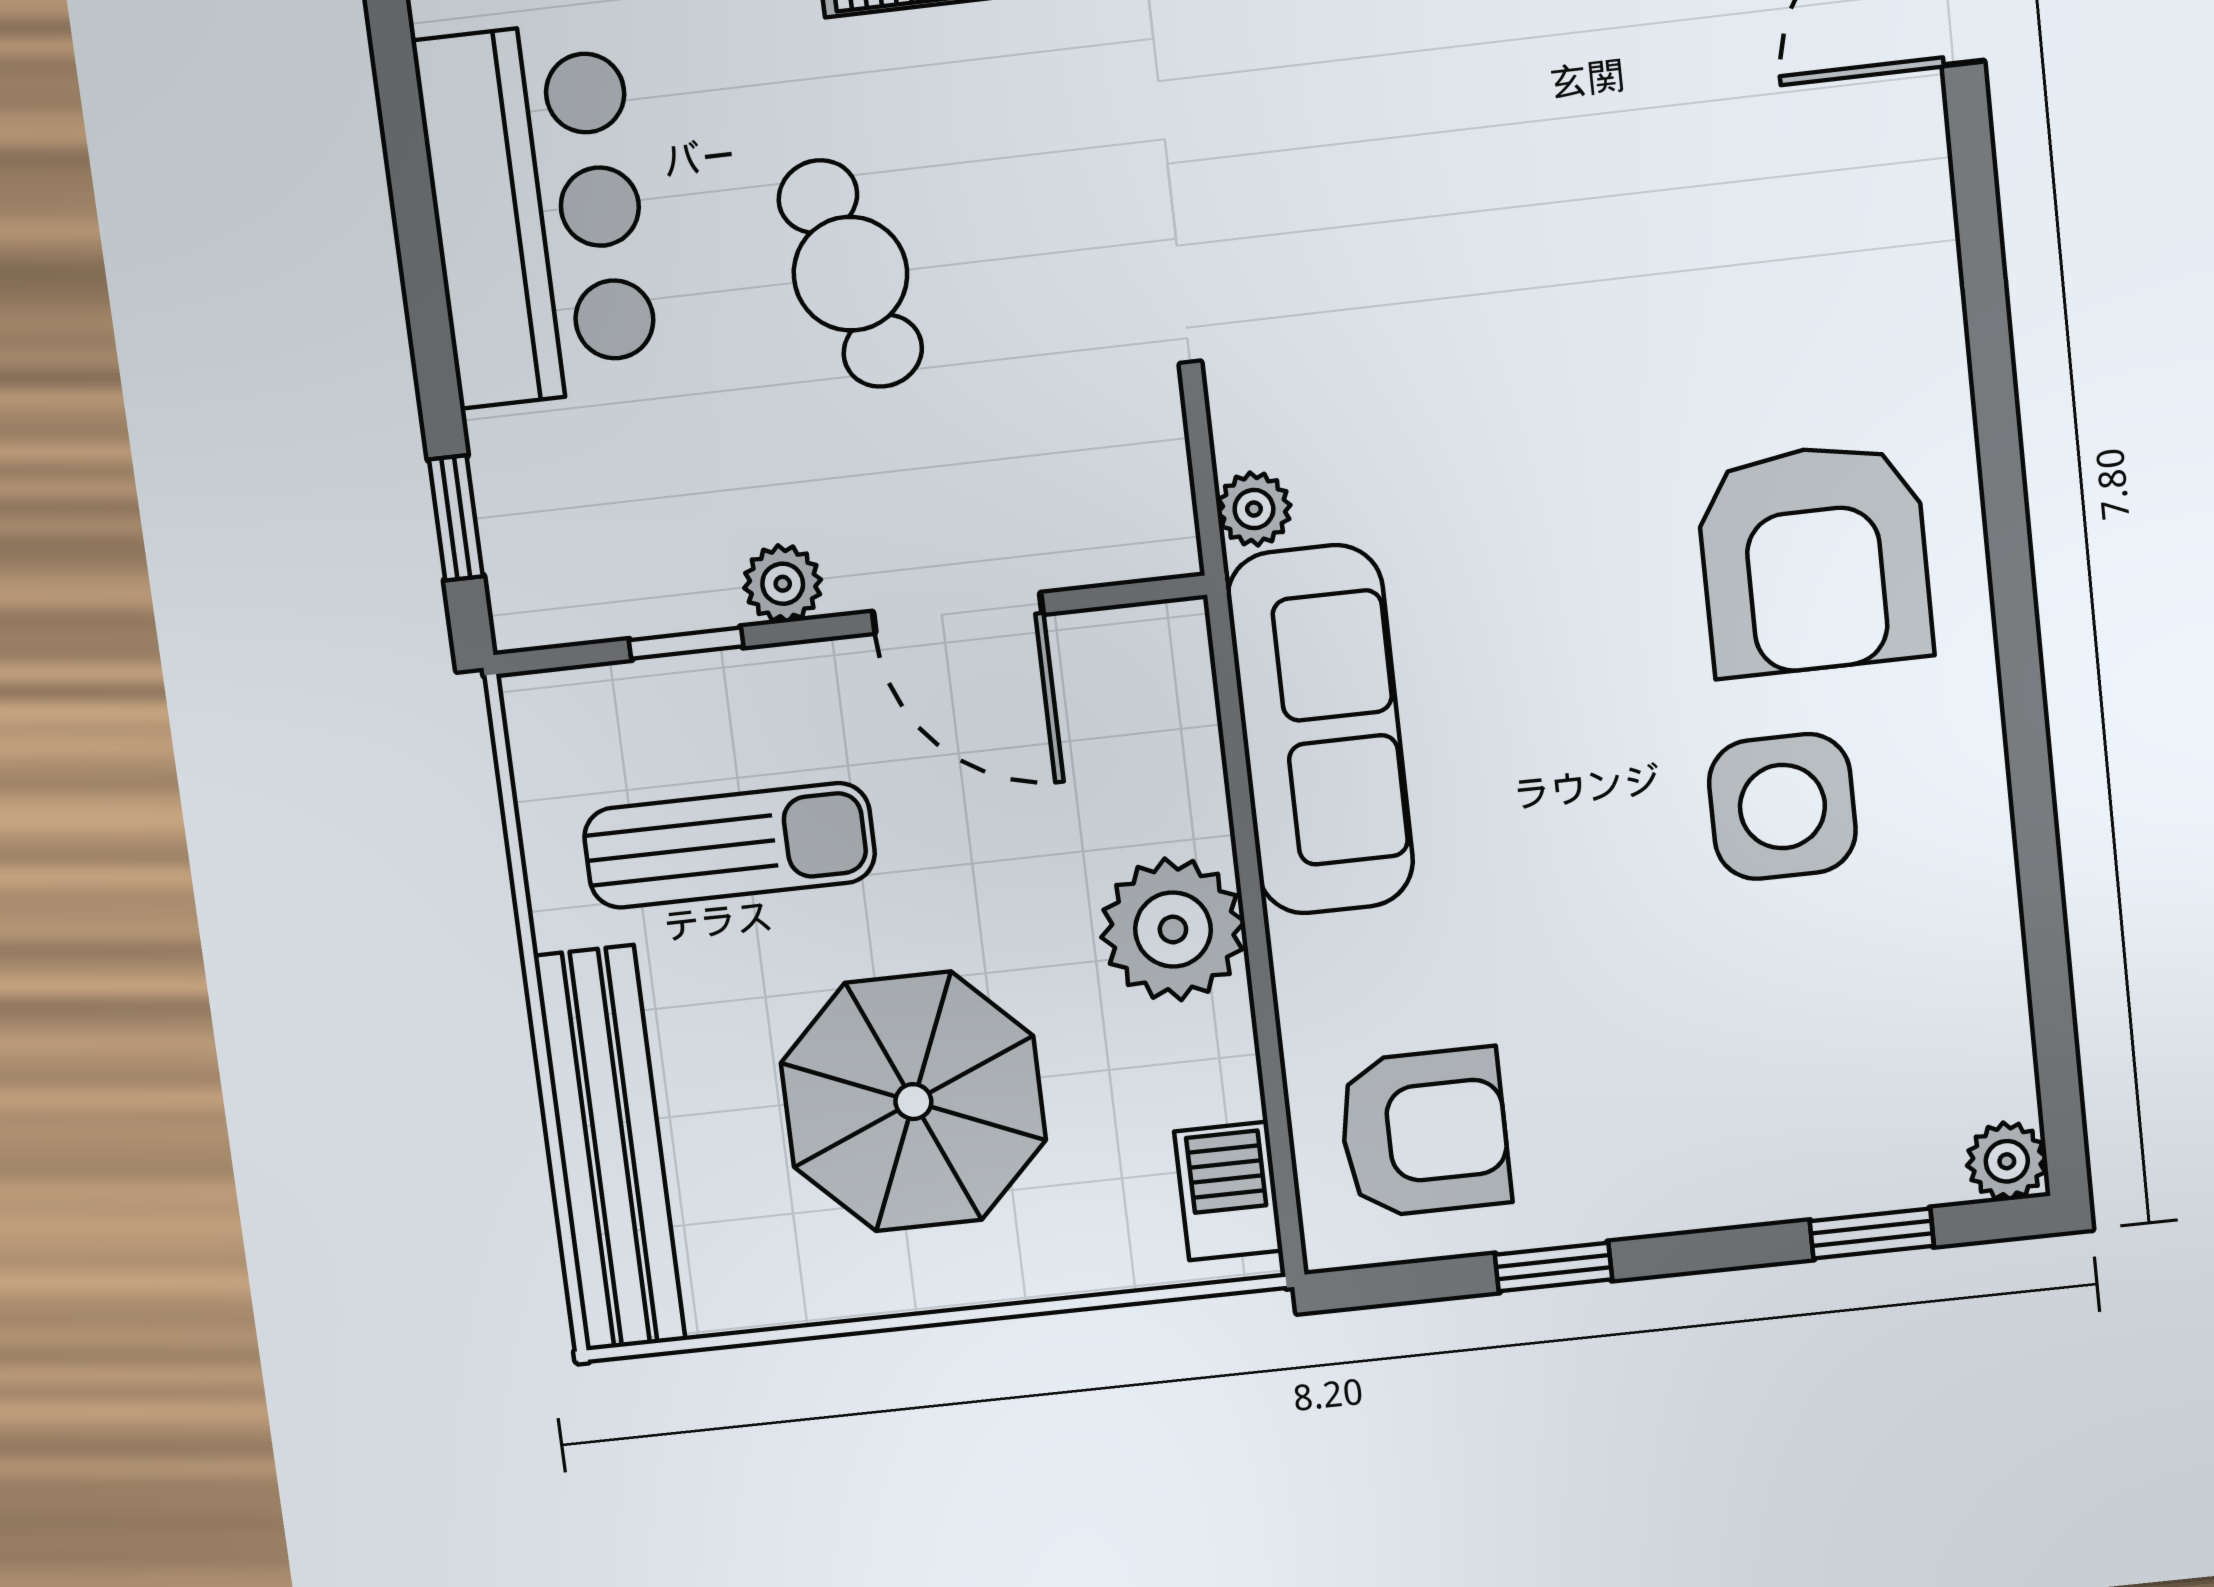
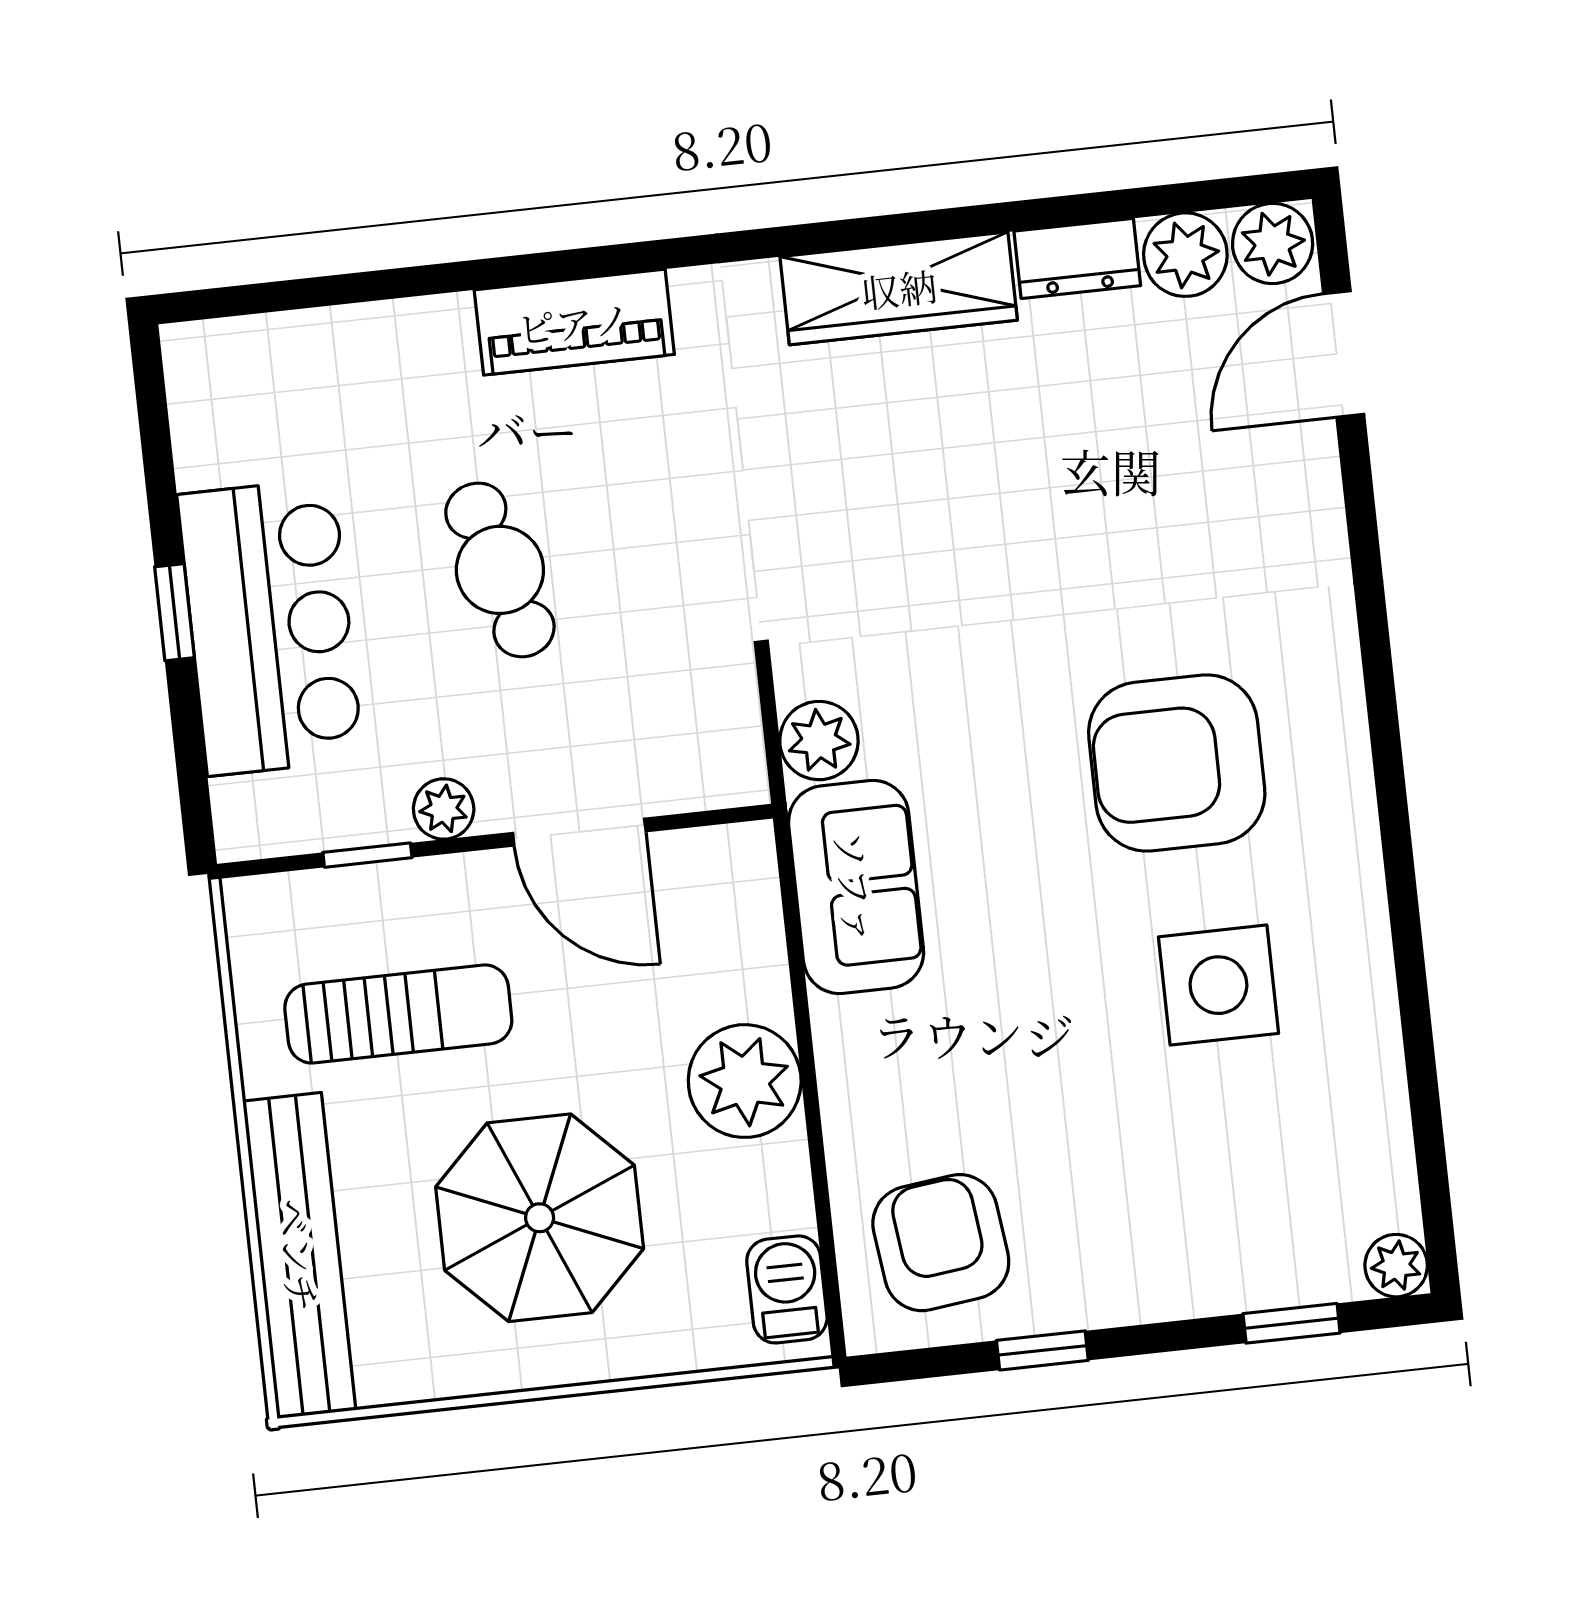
bar counter: (537, 214) -> (270, 627), moved
plant: (1254, 509) -> (819, 741), width x1.38, depth x1.38
window: (456, 518) -> (174, 612), moved
armchair: (1814, 559) -> (1177, 763), moved, turned 90
sofa: (1320, 730) -> (856, 887), width x0.73
armchair: (1424, 1133) -> (941, 1243), turned -97

